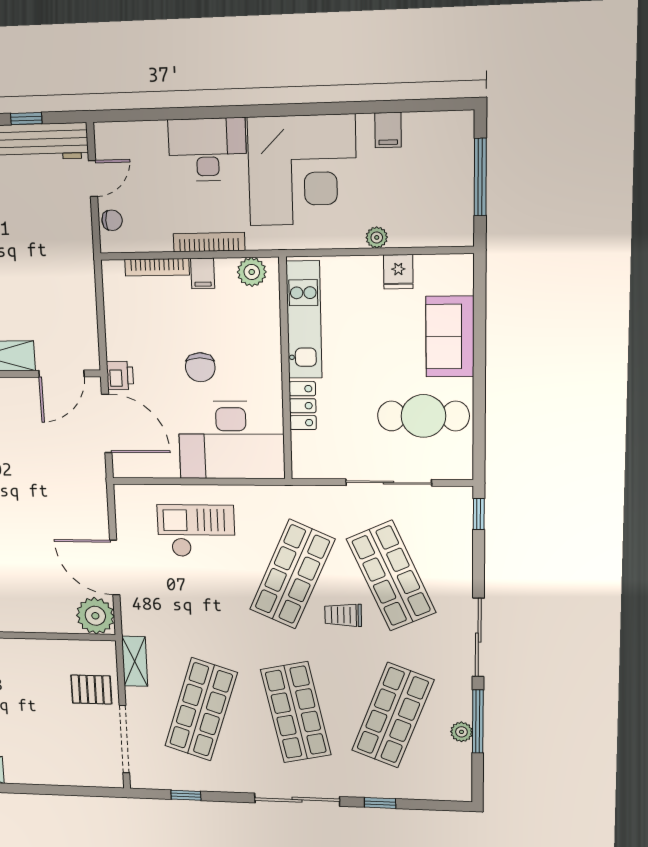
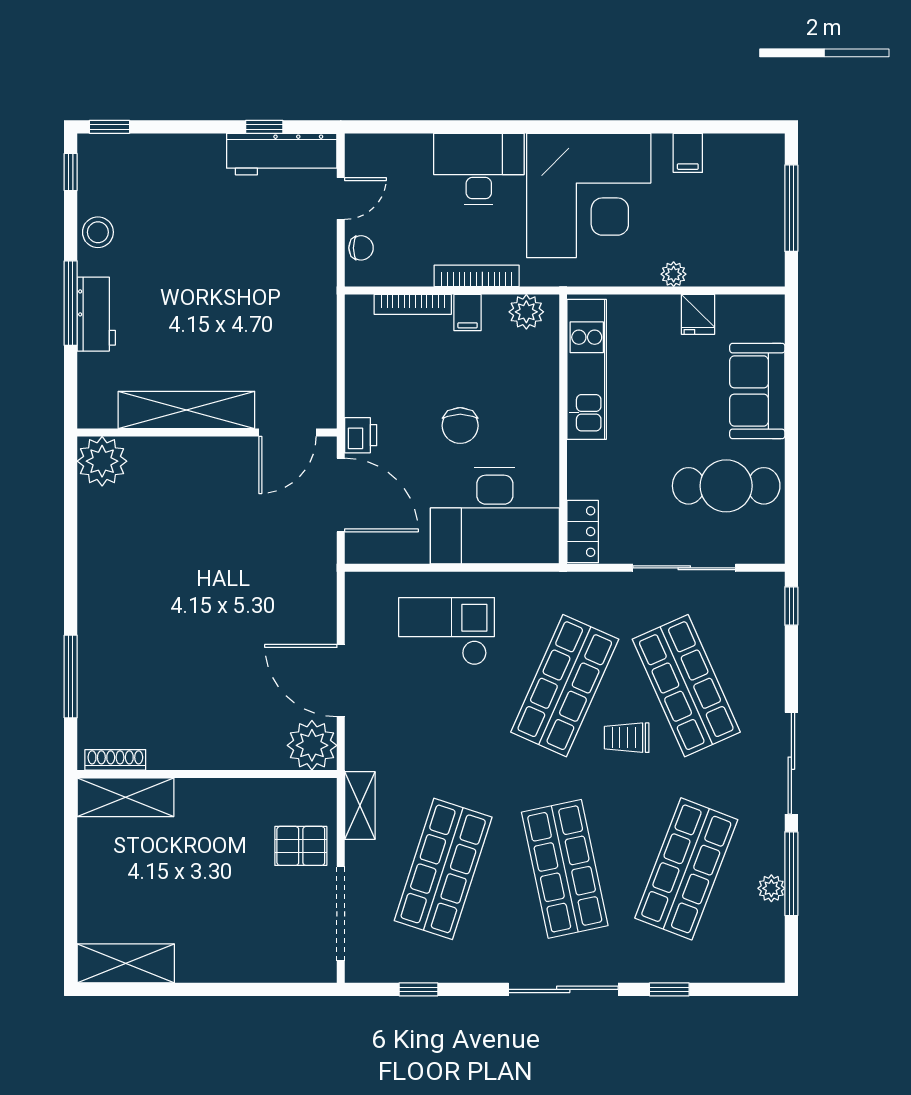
locker: (303, 406) -> (583, 532), moved

